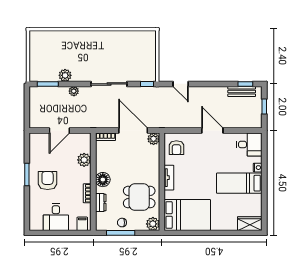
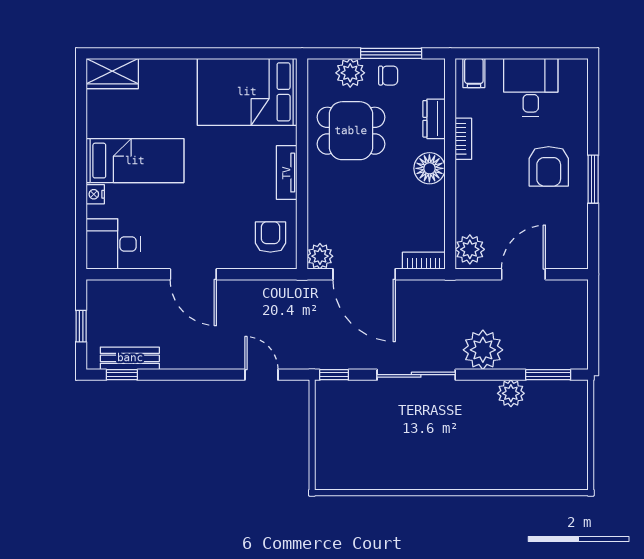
plant: (74, 91) -> (483, 350), width x1.88, depth x1.88
plant: (84, 160) -> (470, 249), moved
plant: (153, 224) -> (350, 73), moved

